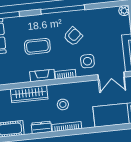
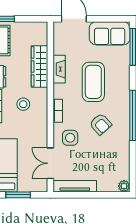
coffee table: (37, 46) -> (93, 82), width x1.36, depth x1.32
fireplace: (42, 76) -> (59, 69), moved

